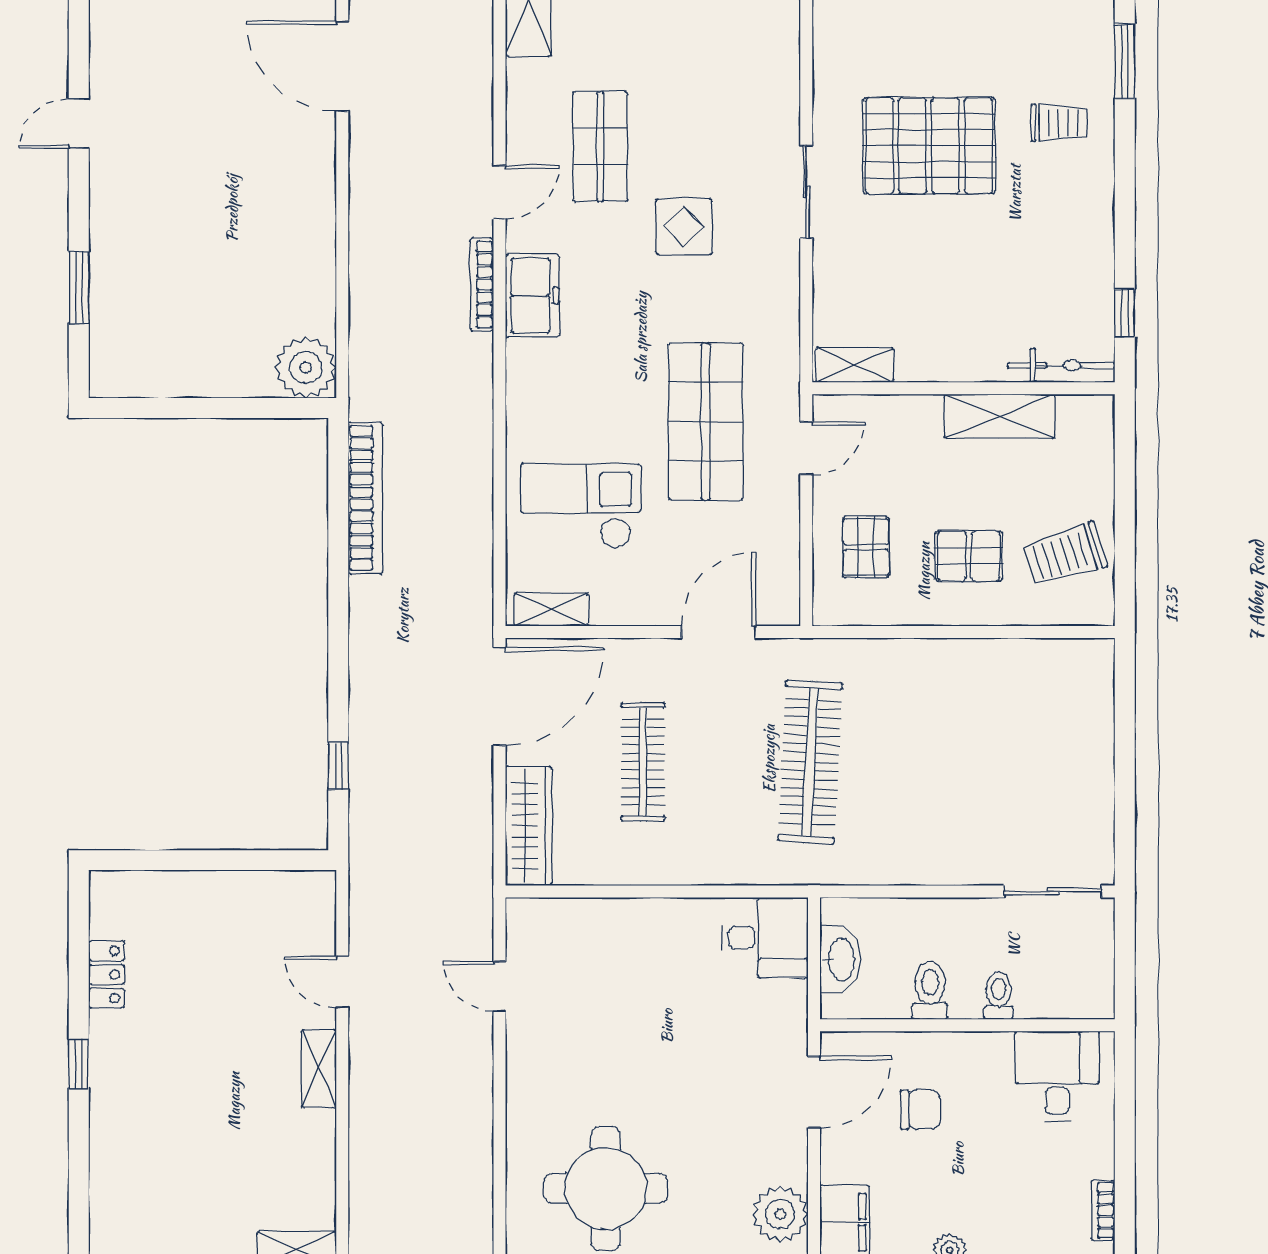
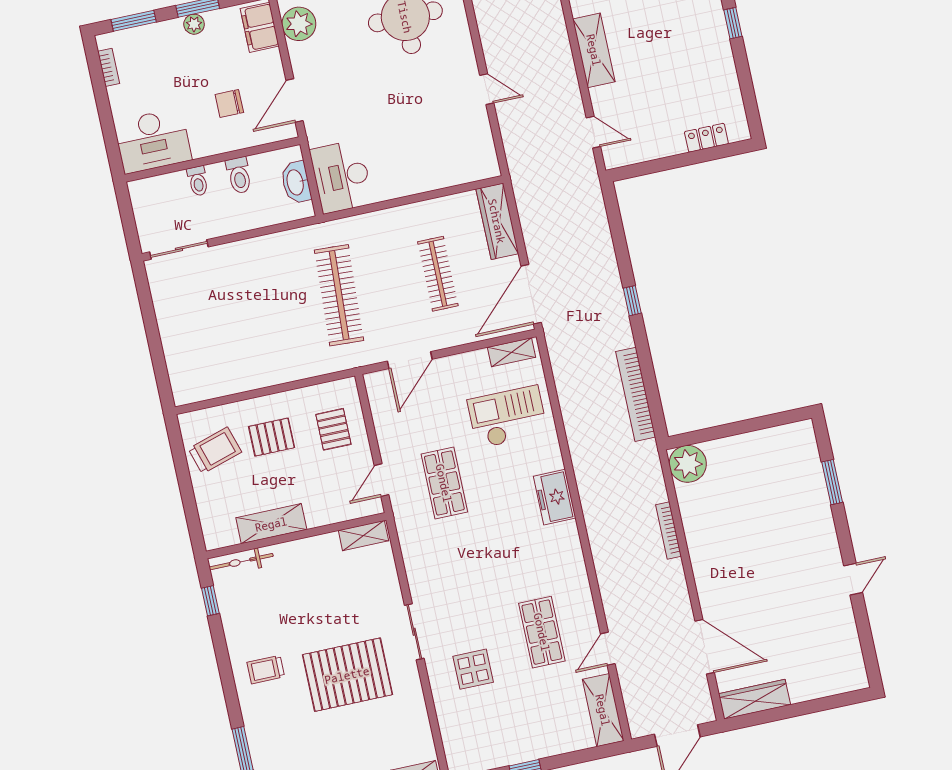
trolley: (1059, 123) -> (266, 670), moved
door: (500, 192) -> (608, 649), moved
display table: (684, 226) -> (473, 669), moved
bookcase: (482, 285) -> (669, 531), moved, turned 180
freezer: (532, 296) -> (555, 497), moved
shop shelf: (706, 422) -> (444, 483), width x0.70, depth x0.74
checkout: (581, 506) -> (507, 417), turned 180
window: (338, 766) -> (632, 301), moved
desk: (765, 938) -> (341, 177), width x1.37
locker: (107, 975) -> (706, 138), moved, turned 90
door: (342, 982) -> (593, 132), moved
door: (500, 986) -> (487, 89), moved
shelving: (319, 1068) -> (594, 50), width x1.50, depth x1.33
desk: (1057, 1076) -> (153, 141), width x1.37

